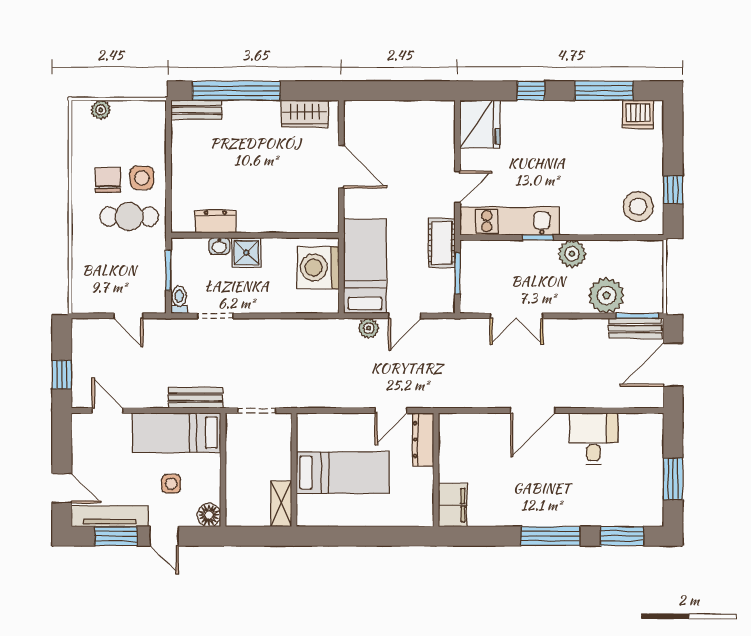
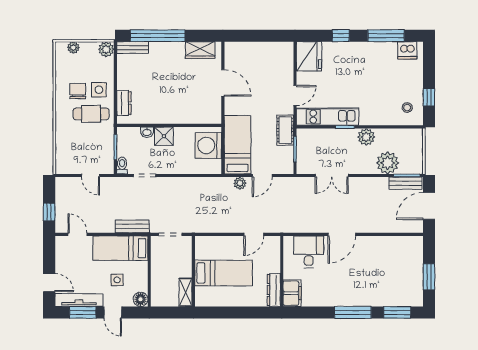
plant: (154, 113) -> (106, 49), added
stool: (638, 206) -> (407, 108), width x0.53, depth x0.53
dresser: (215, 221) -> (124, 103), moved, turned 90
desk: (594, 439) -> (309, 252), moved
dresser: (423, 440) -> (274, 290), moved

